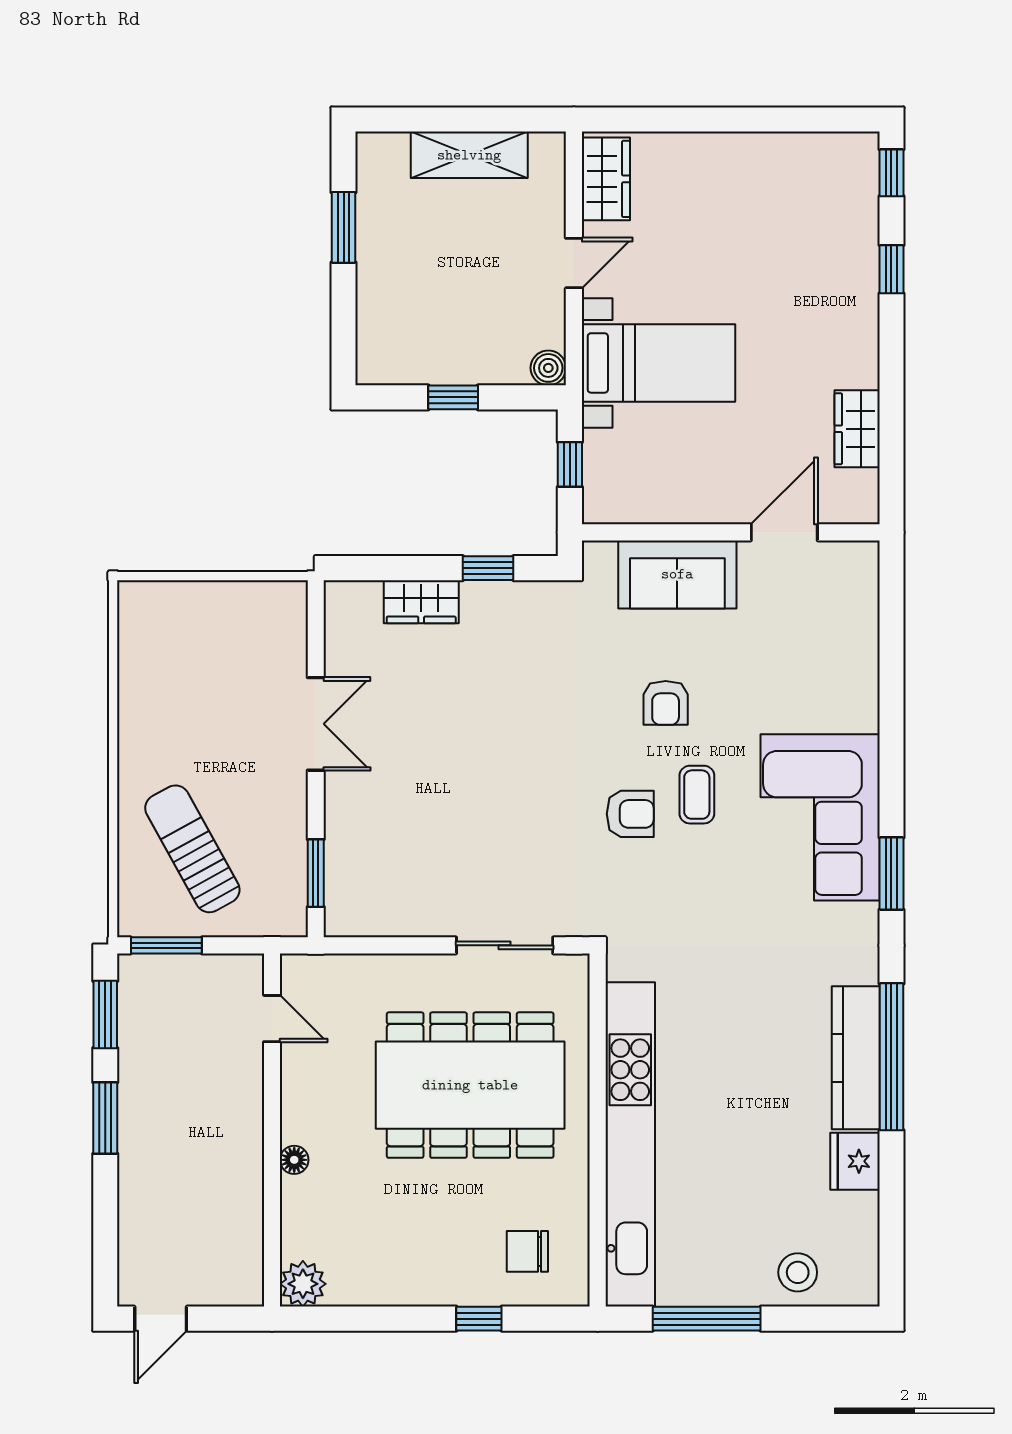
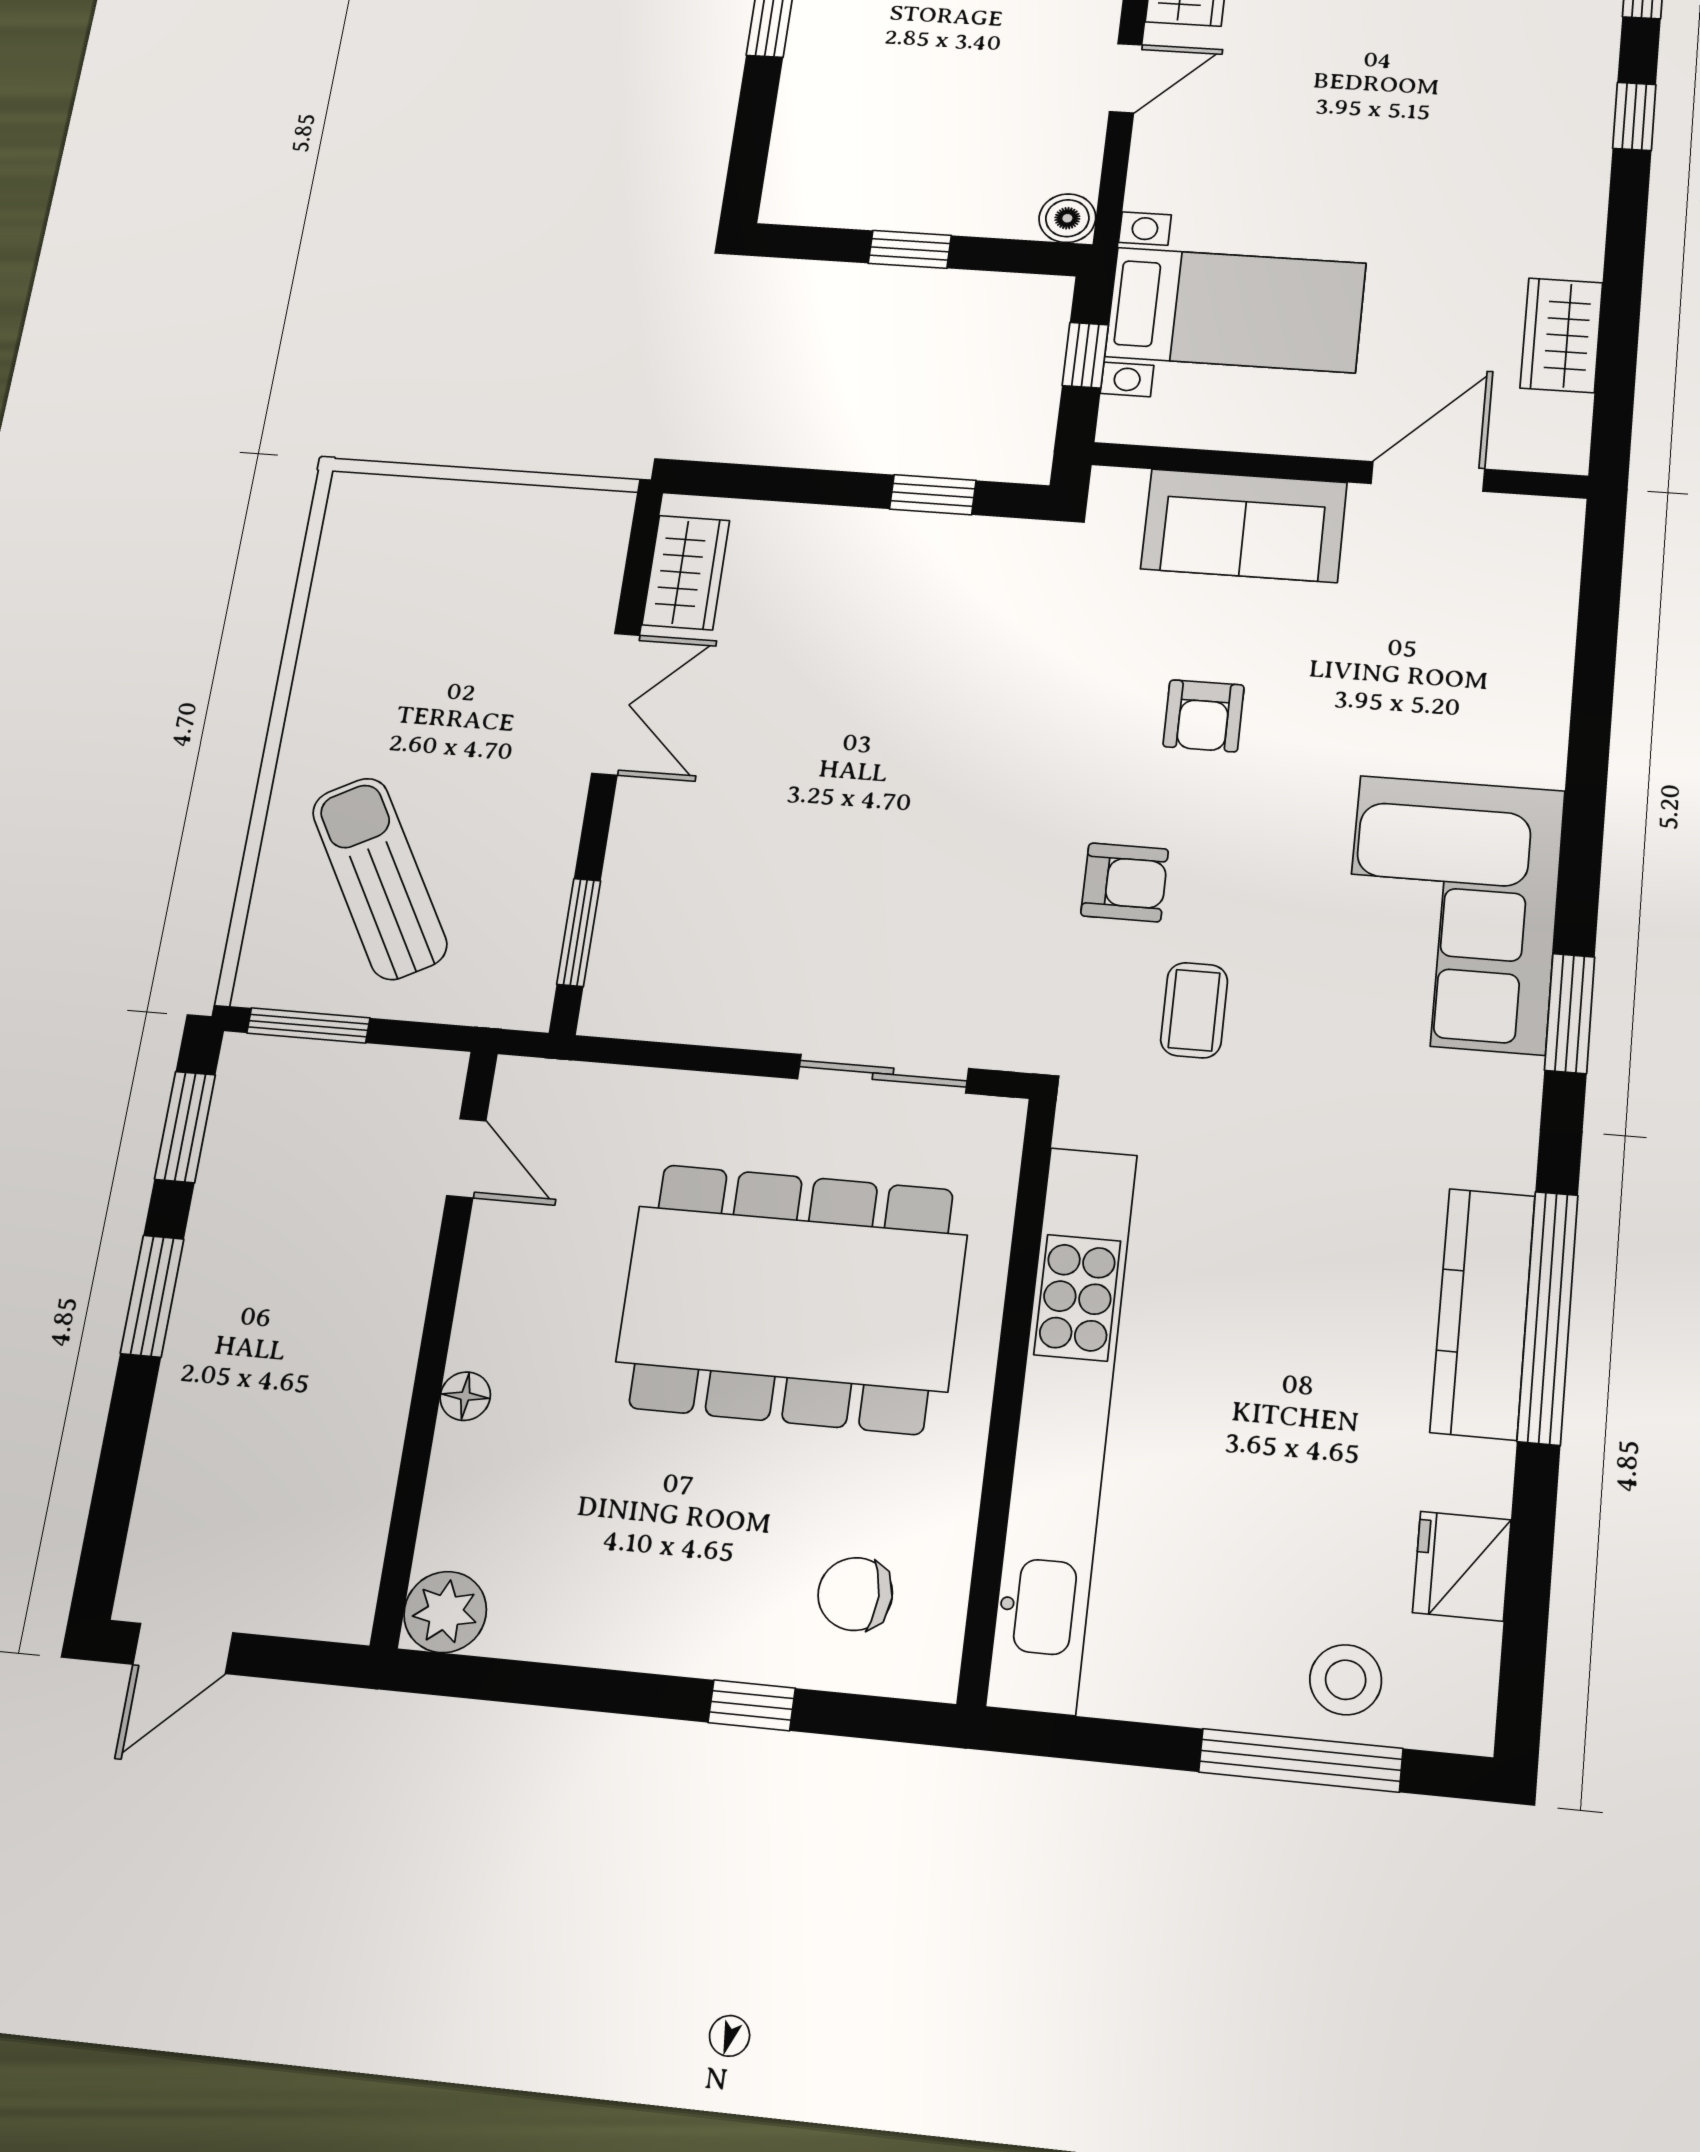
bed with nightstands: (658, 363) -> (1236, 310), moved
wardrobe: (421, 602) -> (686, 573), moved, turned -90
coffee table: (697, 795) -> (1194, 1010), moved
fridge: (855, 1161) -> (1462, 1566), moved
window: (707, 1319) -> (1301, 1760), moved

